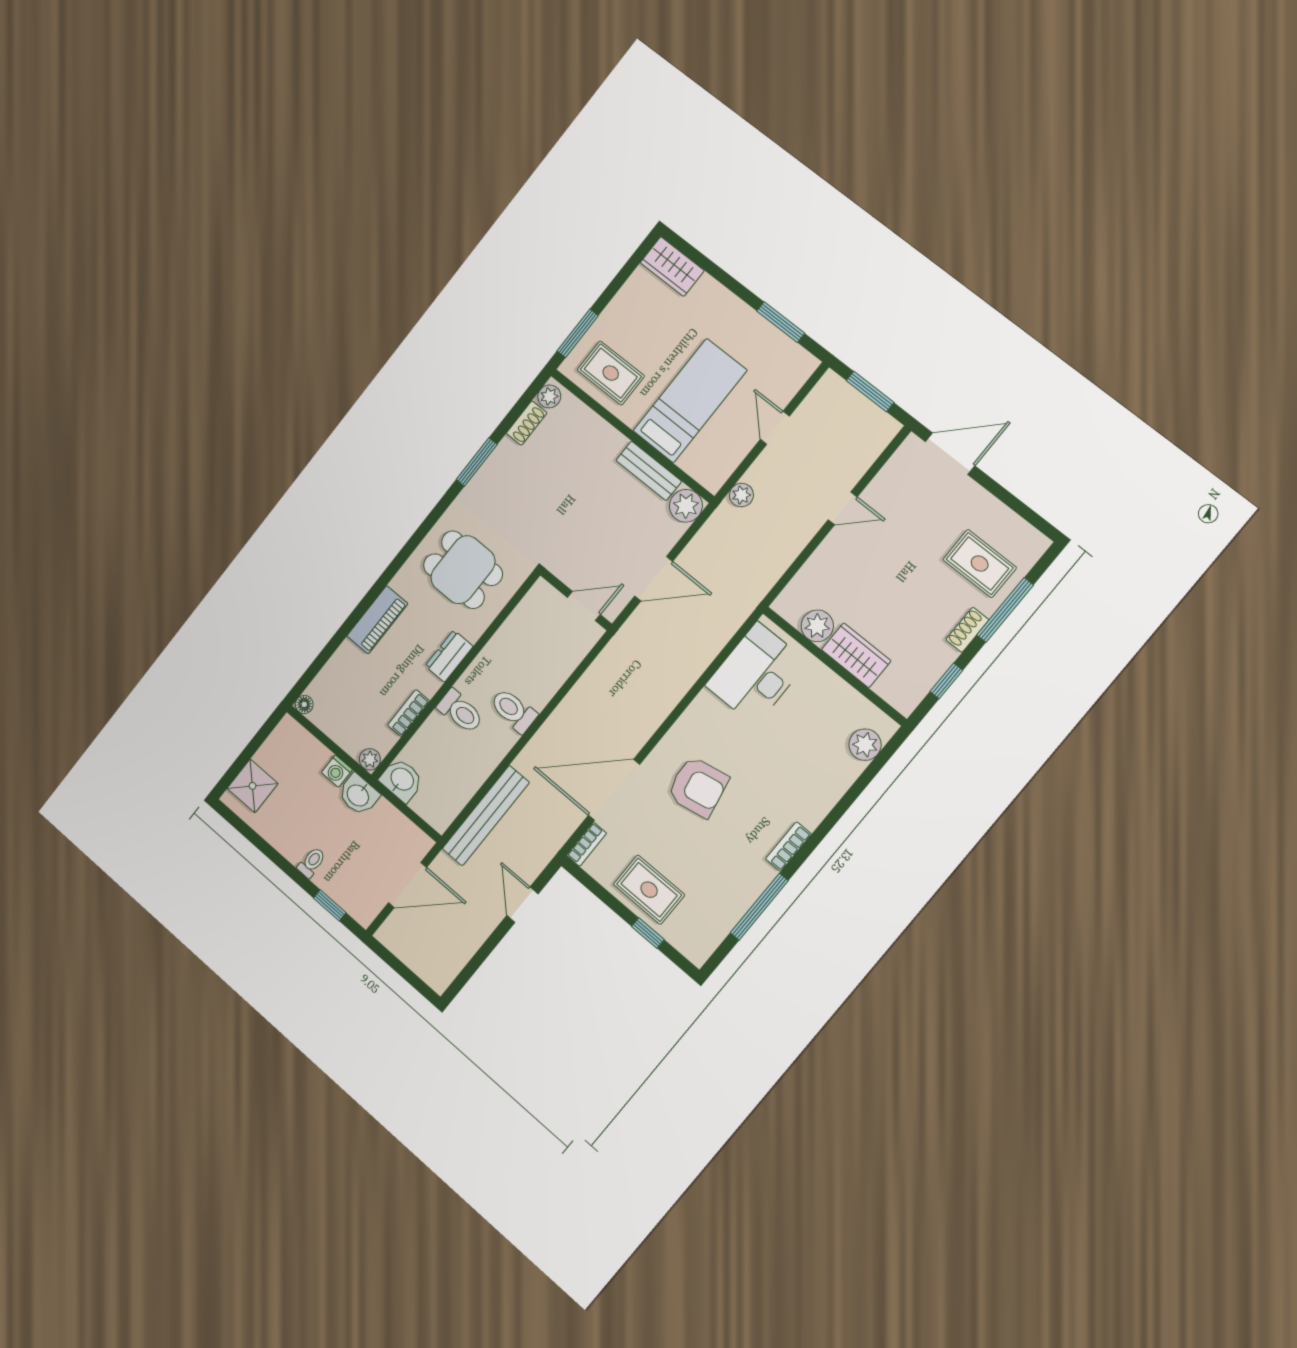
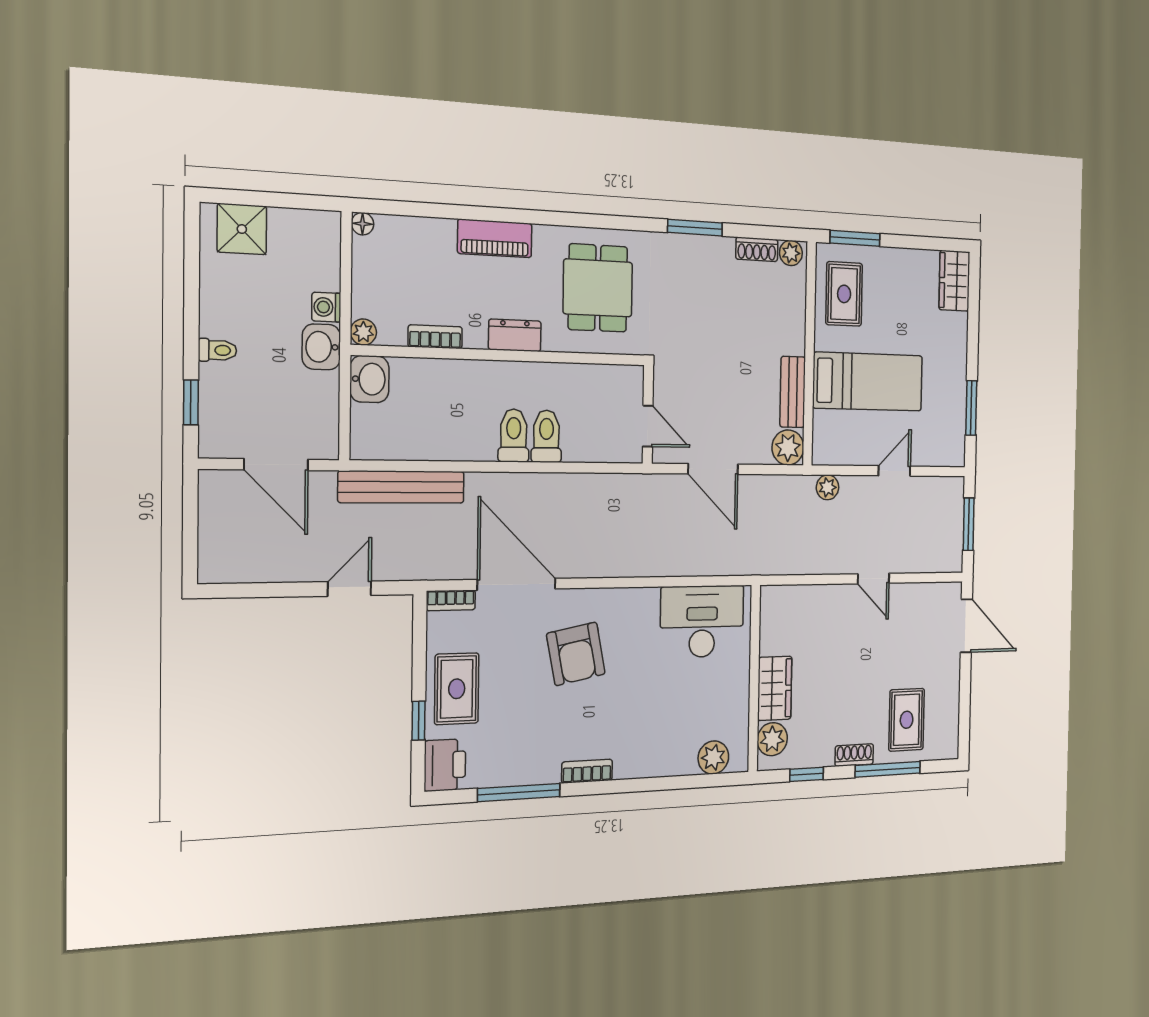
plant: (817, 626) -> (772, 739), moved
toilet: (460, 711) -> (546, 436), moved, turned 180
printer: (694, 941) -> (445, 765), added

